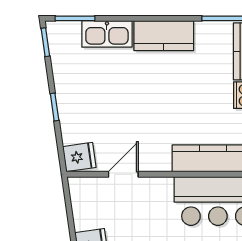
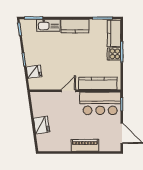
fridge: (79, 157) -> (34, 72), moved
door: (123, 174) -> (68, 91), moved

